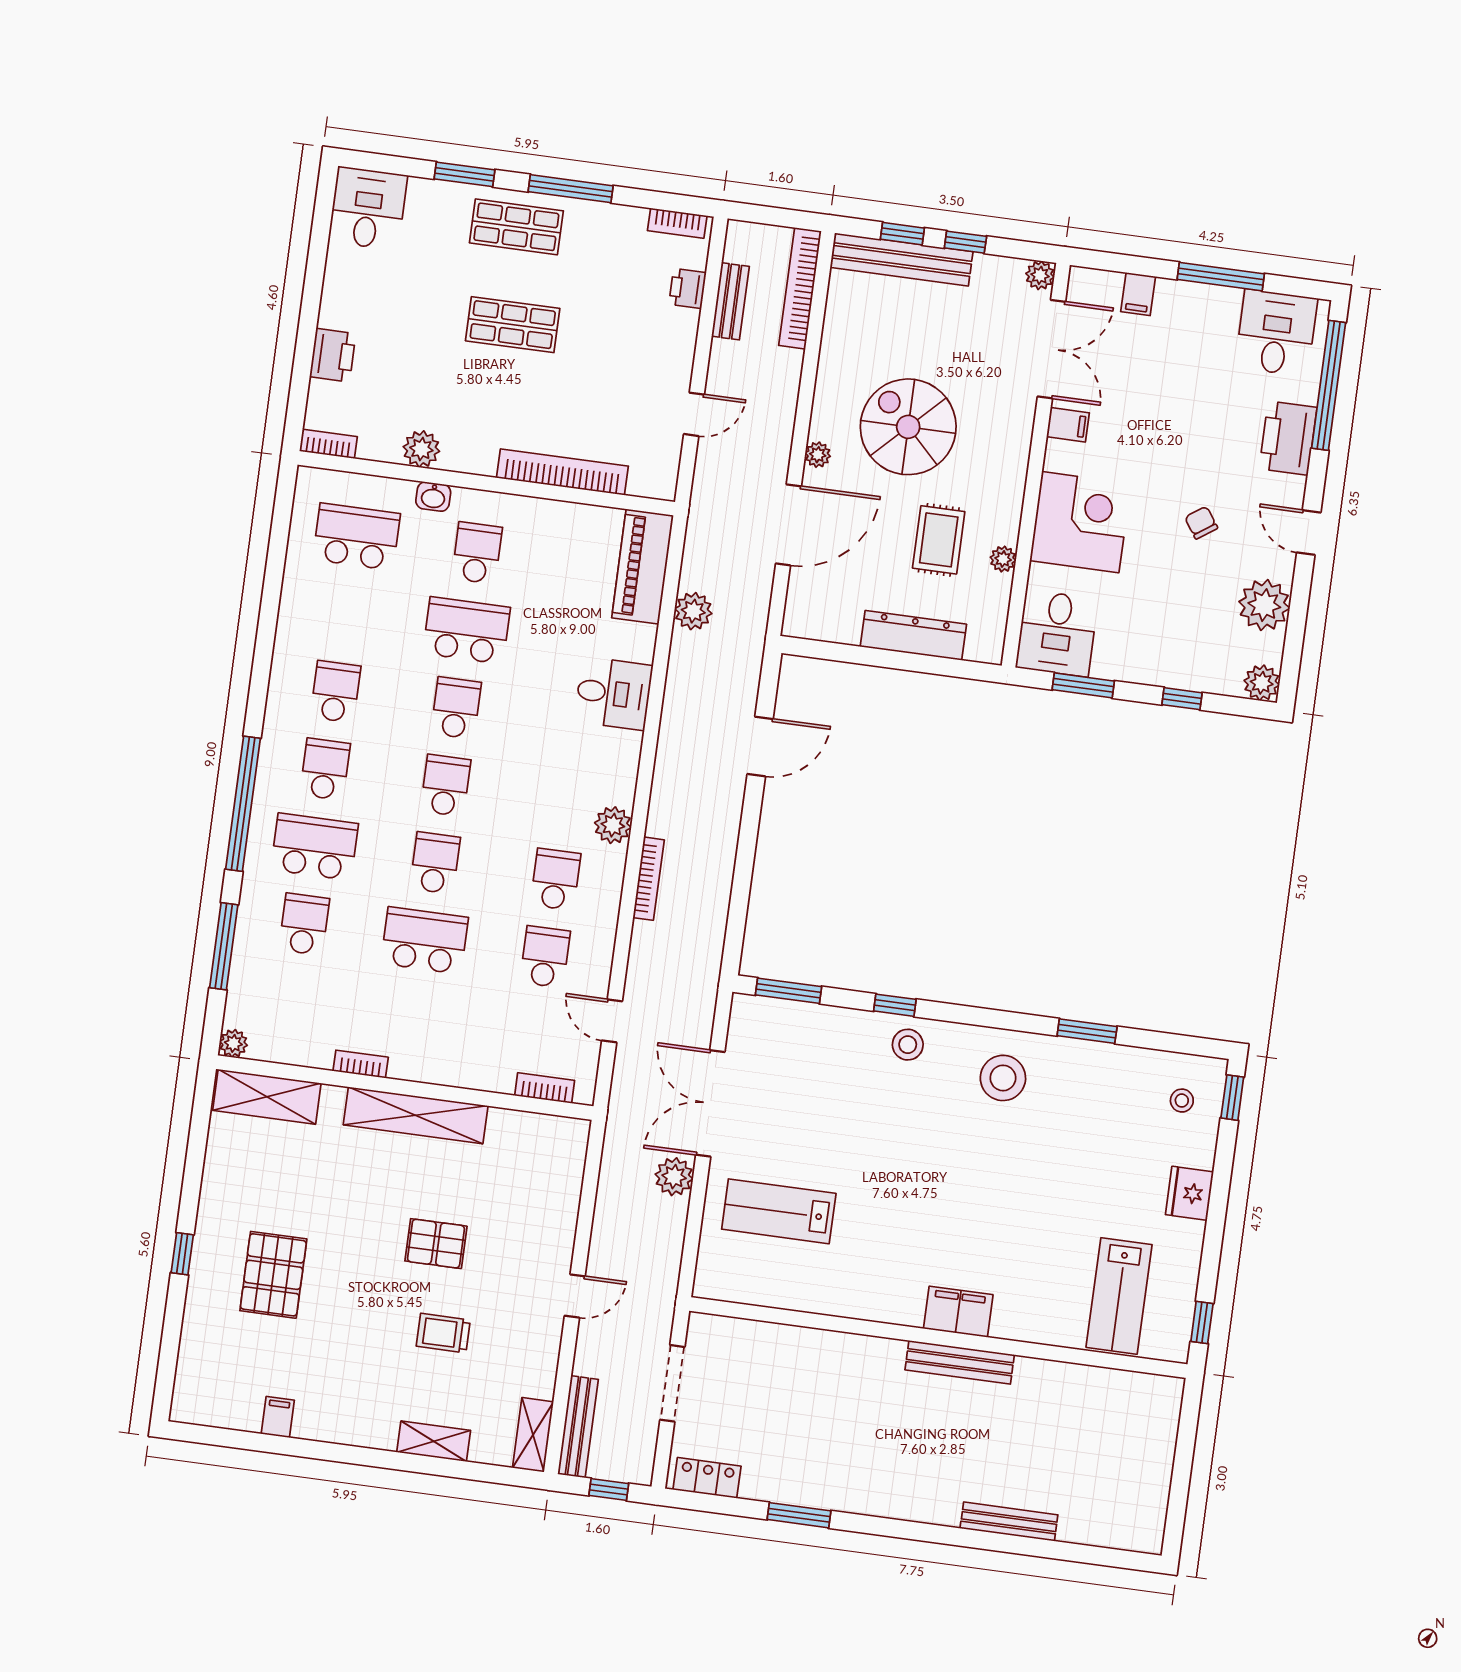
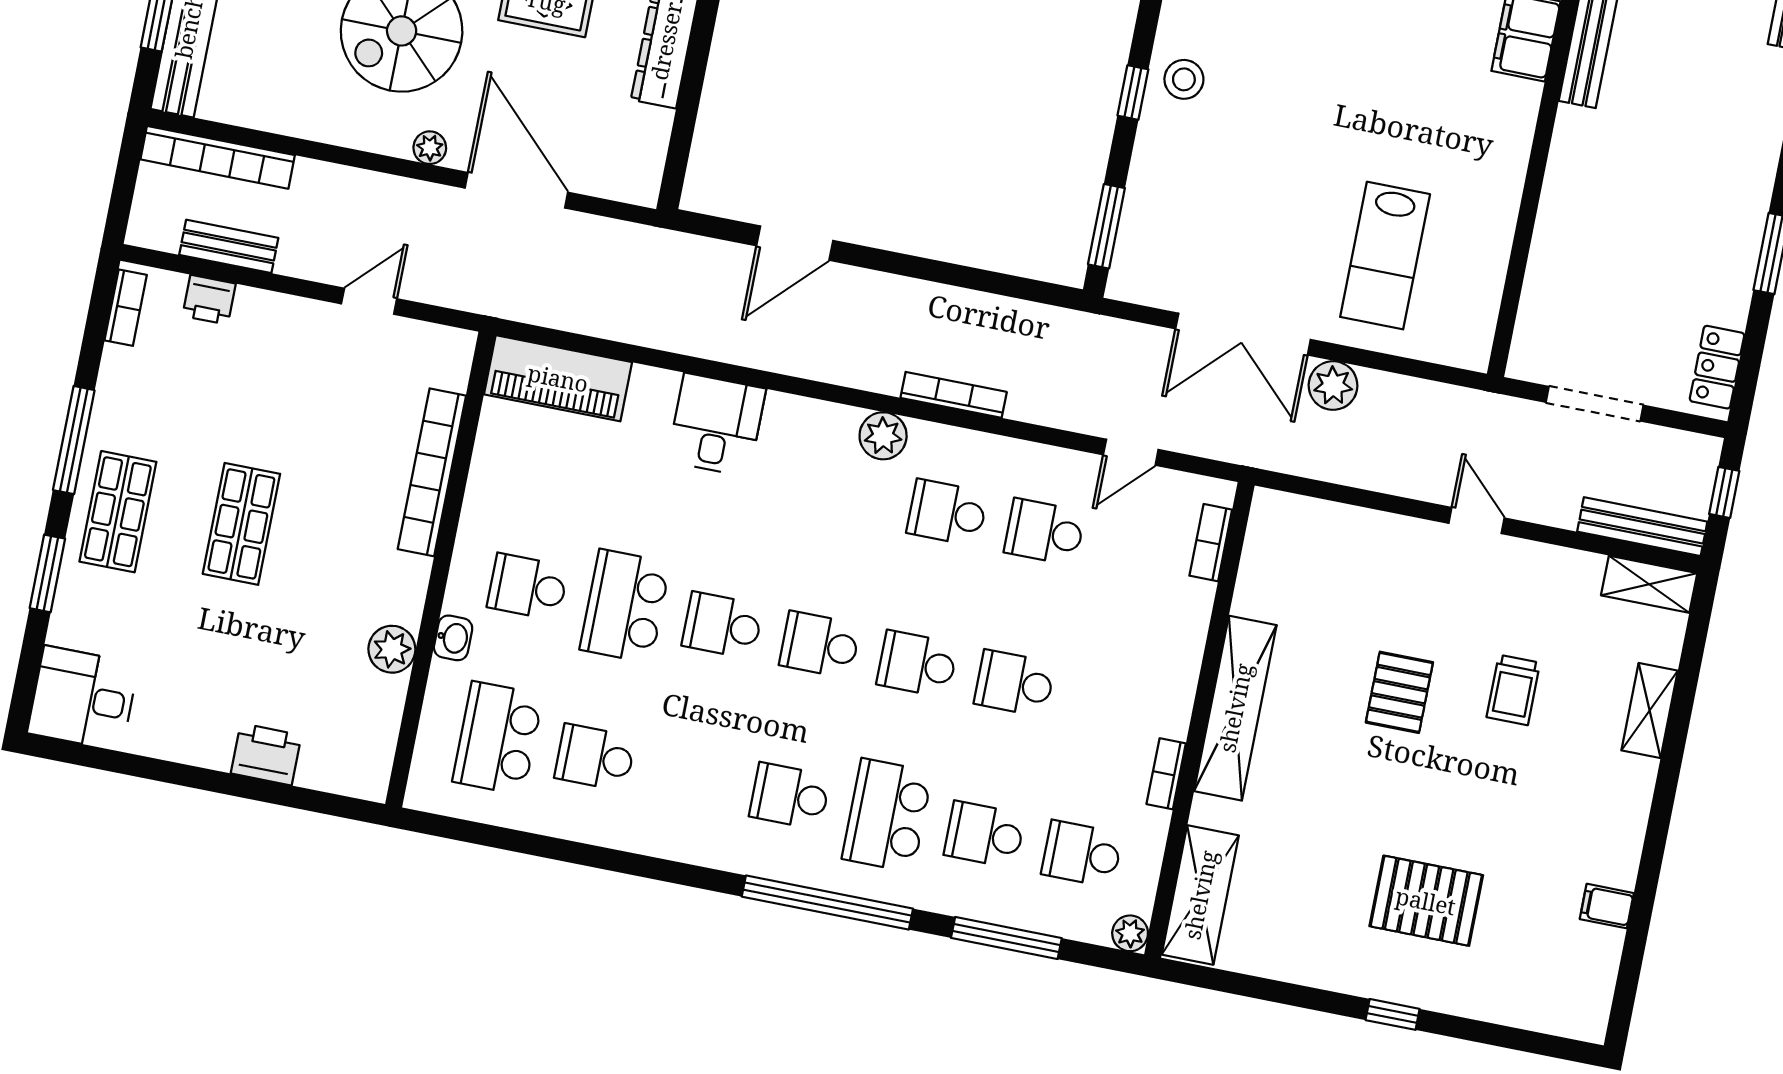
door: (694, 414) -> (369, 301), hinge flipped
bookcase: (328, 444) -> (378, 767), removed
plant: (693, 611) -> (618, 317), removed
school desk: (336, 692) -> (595, 757), moved
door: (760, 746) -> (795, 243), swing flipped
school desk: (425, 940) -> (1015, 683), width x0.54
school desk: (294, 1002) -> (1082, 854), added

